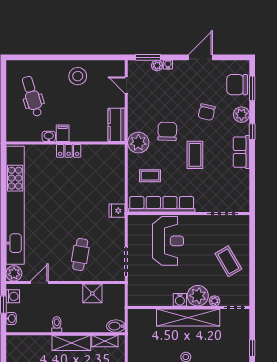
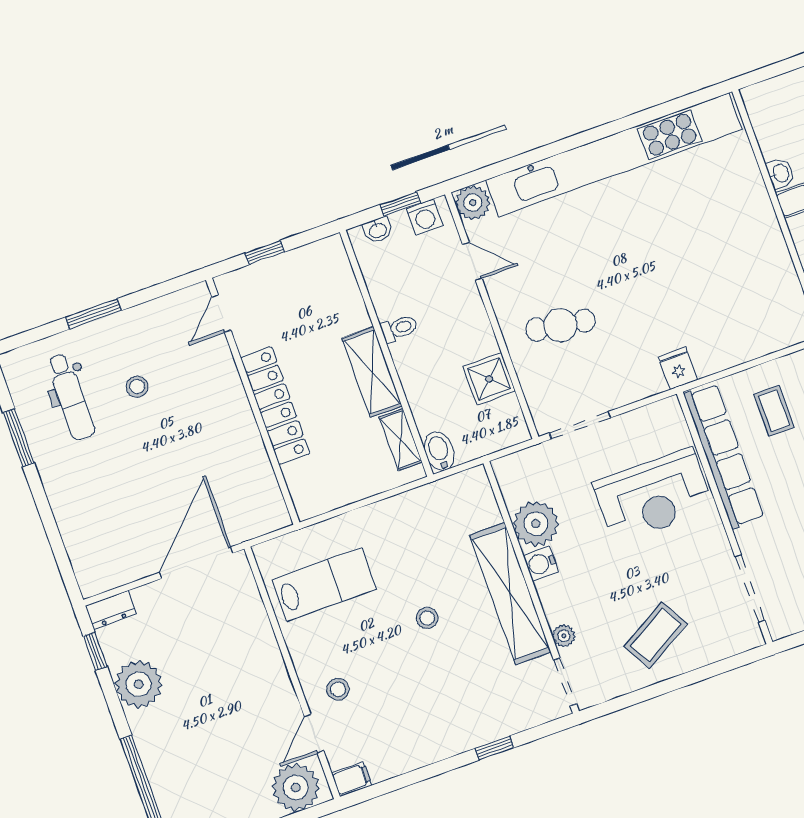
locker: (69, 151) -> (765, 225), removed
plant: (198, 296) -> (536, 524), moved

